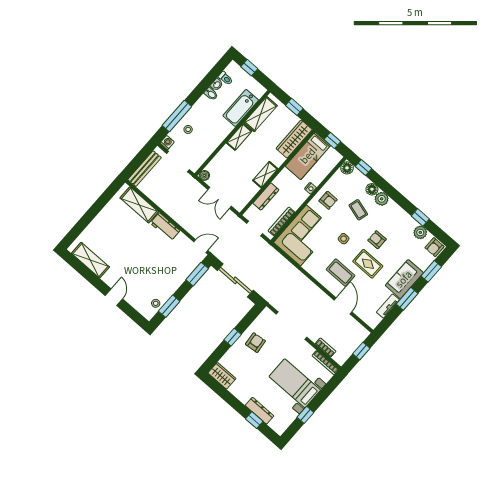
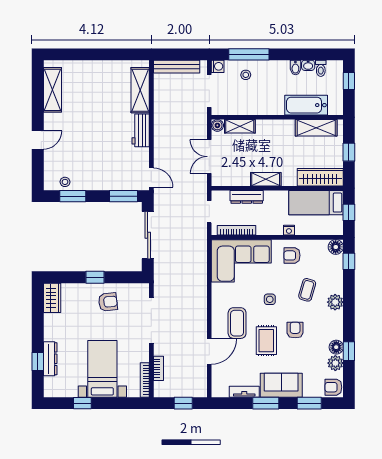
shelving: (239, 137) -> (240, 126), moved
floor lamp: (372, 189) -> (336, 347), moved
armchair: (328, 200) -> (292, 255), turned 90

